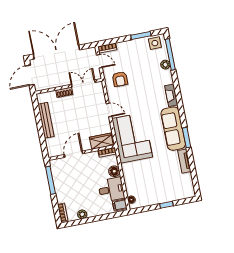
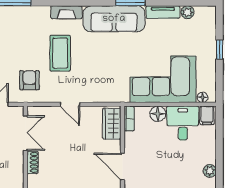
plant: (165, 65) -> (188, 12), moved
armchair: (120, 79) -> (29, 80), turned -90
double door: (83, 83) -> (25, 133), swing flipped
coffee table: (143, 96) -> (60, 53), added
door: (109, 110) -> (70, 104), swing flipped
corner sofa: (132, 138) -> (163, 79), moved

